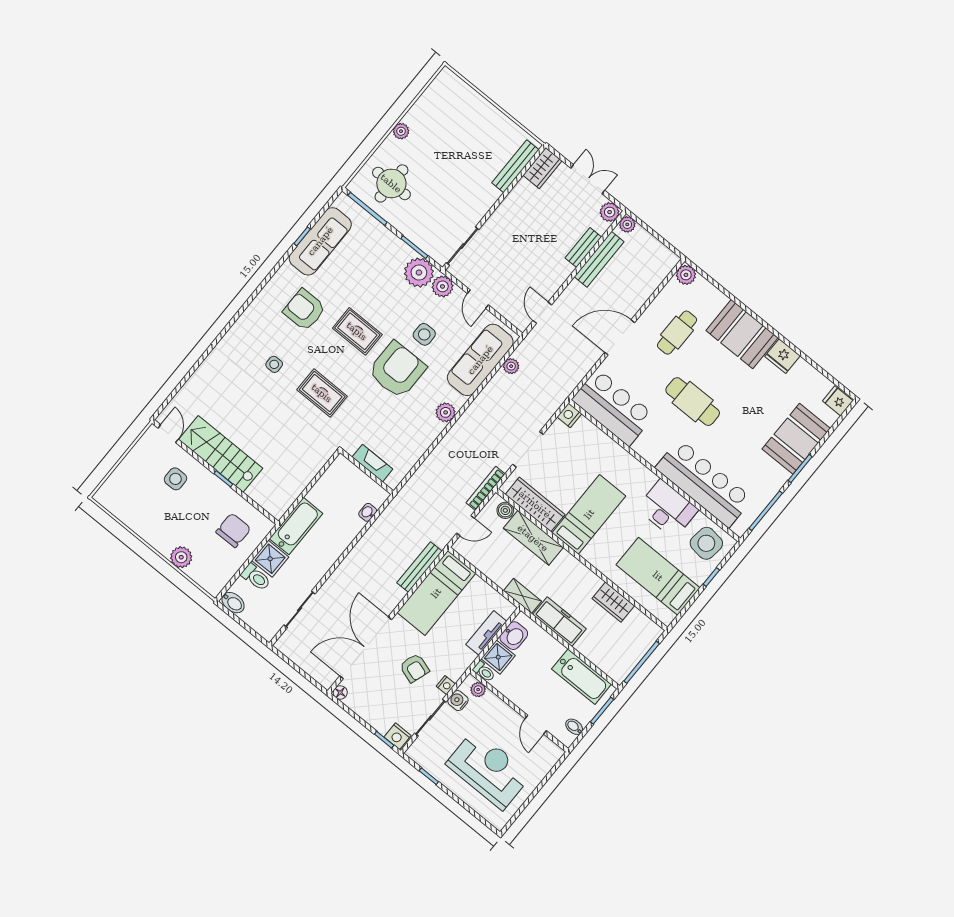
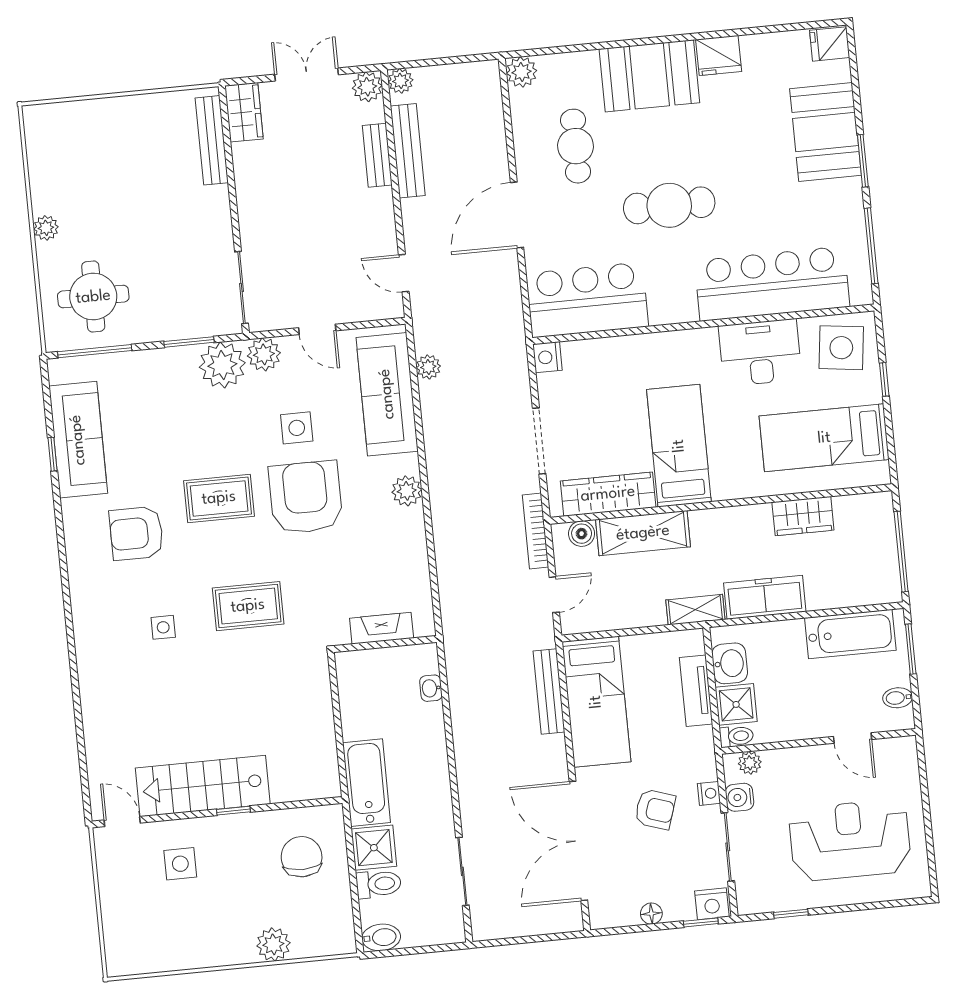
floor lamp: (340, 692) -> (651, 914), moved

